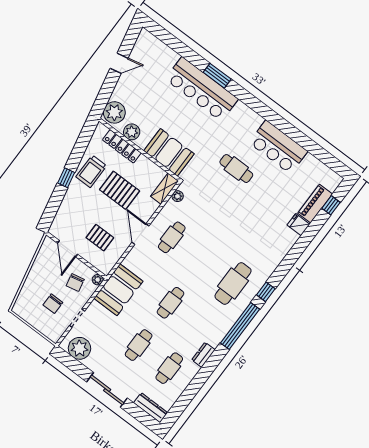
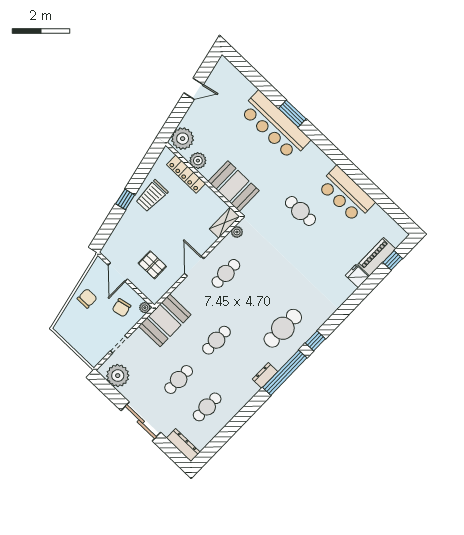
pallet: (120, 190) -> (178, 219), removed
chair: (53, 304) -> (87, 298), moved, turned 180
dresser: (203, 355) -> (265, 375), moved

